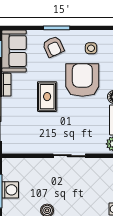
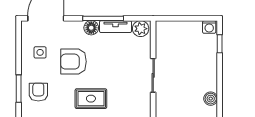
armchair: (53, 47) -> (38, 92), turned -65
armchair: (82, 80) -> (74, 62), width x0.73, depth x0.73

